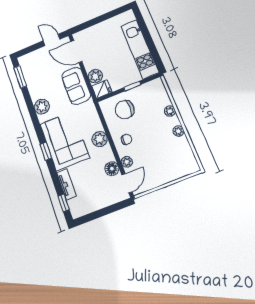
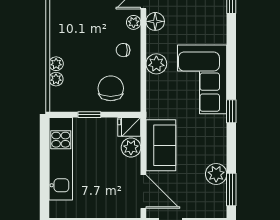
plant: (42, 107) -> (216, 174), moved
chair: (125, 110) -> (111, 88), turned -90
plant: (178, 131) -> (56, 79), moved
window: (46, 151) -> (231, 111), moved
tv unit: (67, 184) -> (219, 24), removed

